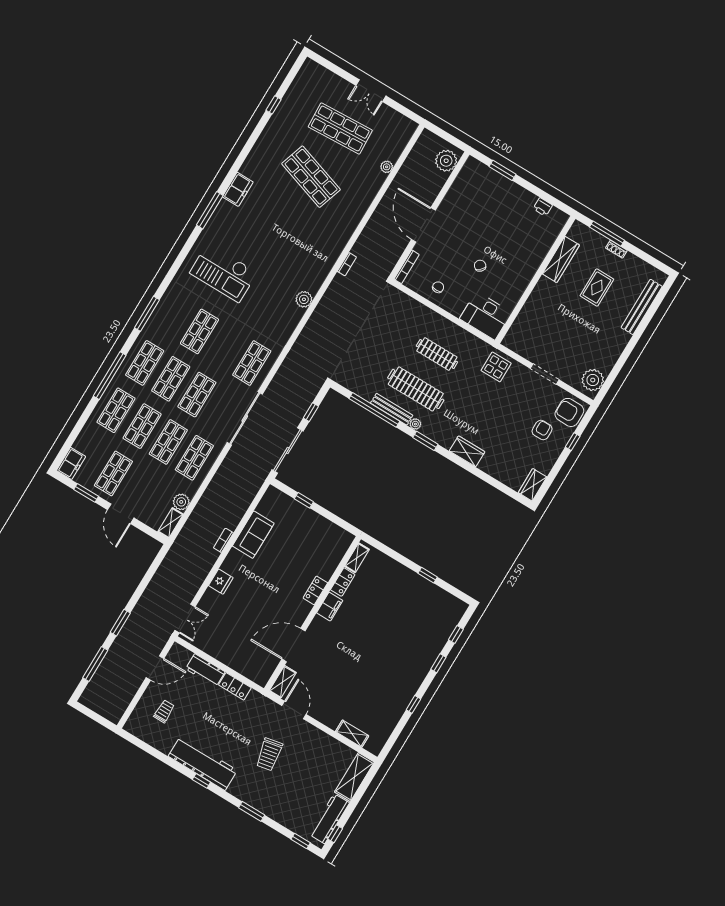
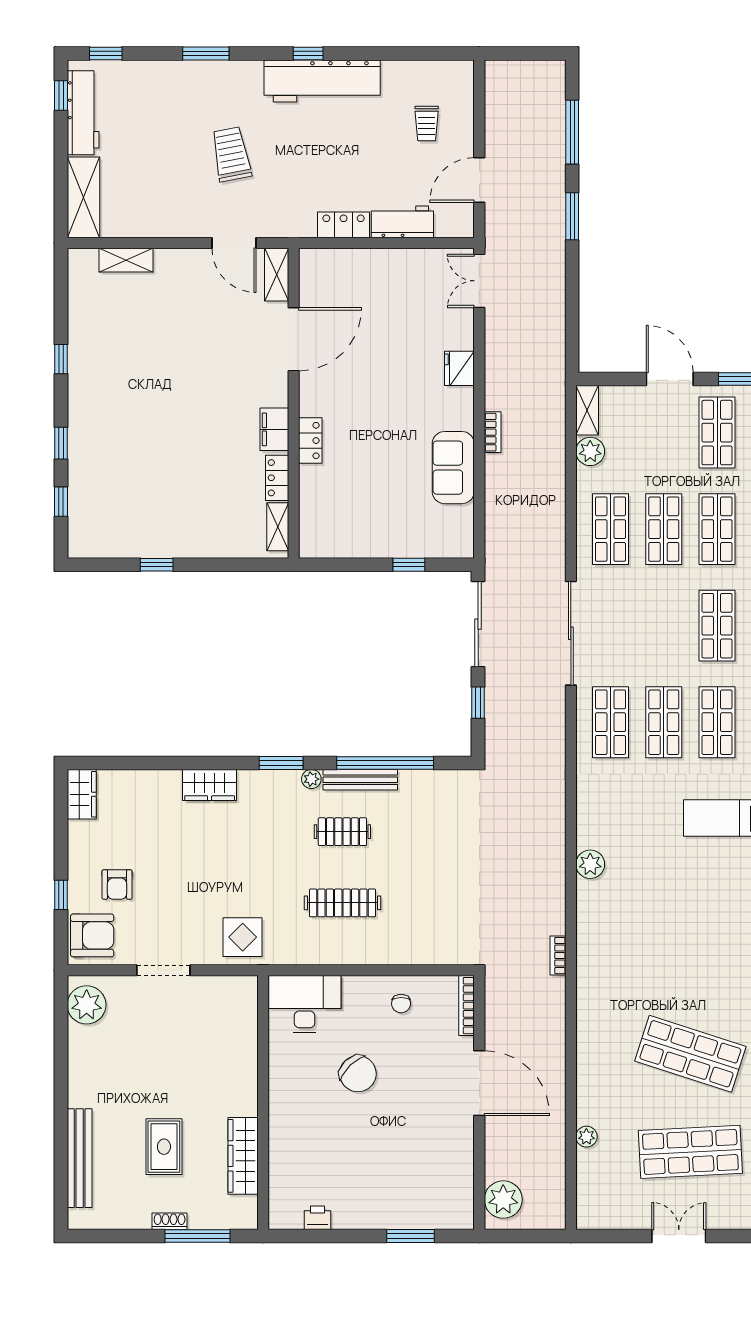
chair: (480, 266) -> (358, 1074), width x1.87, depth x1.87
clothes rail: (416, 389) -> (342, 832), width x0.54, depth x0.76
shop shelf: (197, 395) -> (664, 722), moved

